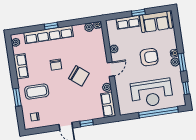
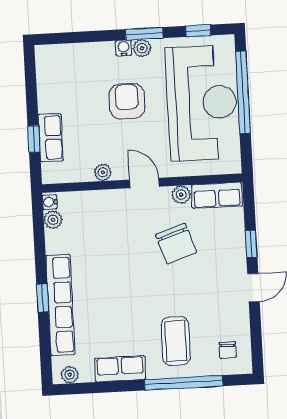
window: (138, 13) -> (34, 139), moved
sofa: (156, 22) -> (55, 80), removed
chair: (56, 65) -> (124, 296), removed
chair: (79, 76) -> (176, 243), moved, turned 123
reception desk: (152, 93) -> (202, 103), width x1.36, depth x1.30
window: (17, 97) -> (184, 383), width x2.11

